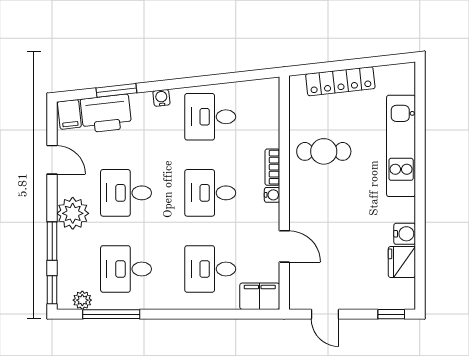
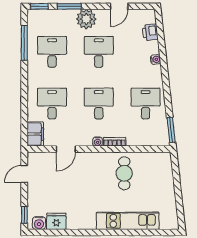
locker: (340, 81) -> (167, 184), removed
window: (116, 90) -> (171, 130), moved
water cooler: (161, 98) -> (156, 59), moved
filing cabinet: (69, 114) -> (147, 17), removed
printer: (106, 114) -> (150, 32), width x0.53, depth x0.68
water cooler: (405, 234) -> (39, 223), moved
plant: (82, 300) -> (33, 25), removed

